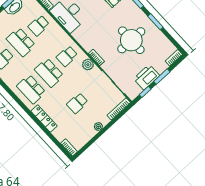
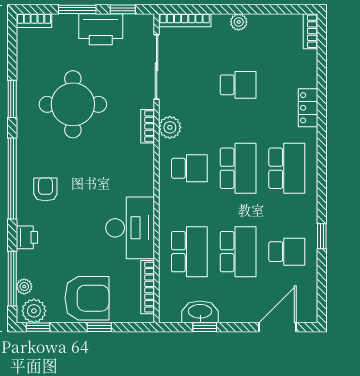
school desk: (39, 26) -> (189, 252), width x1.85
locker: (44, 118) -> (308, 108), width x0.66

